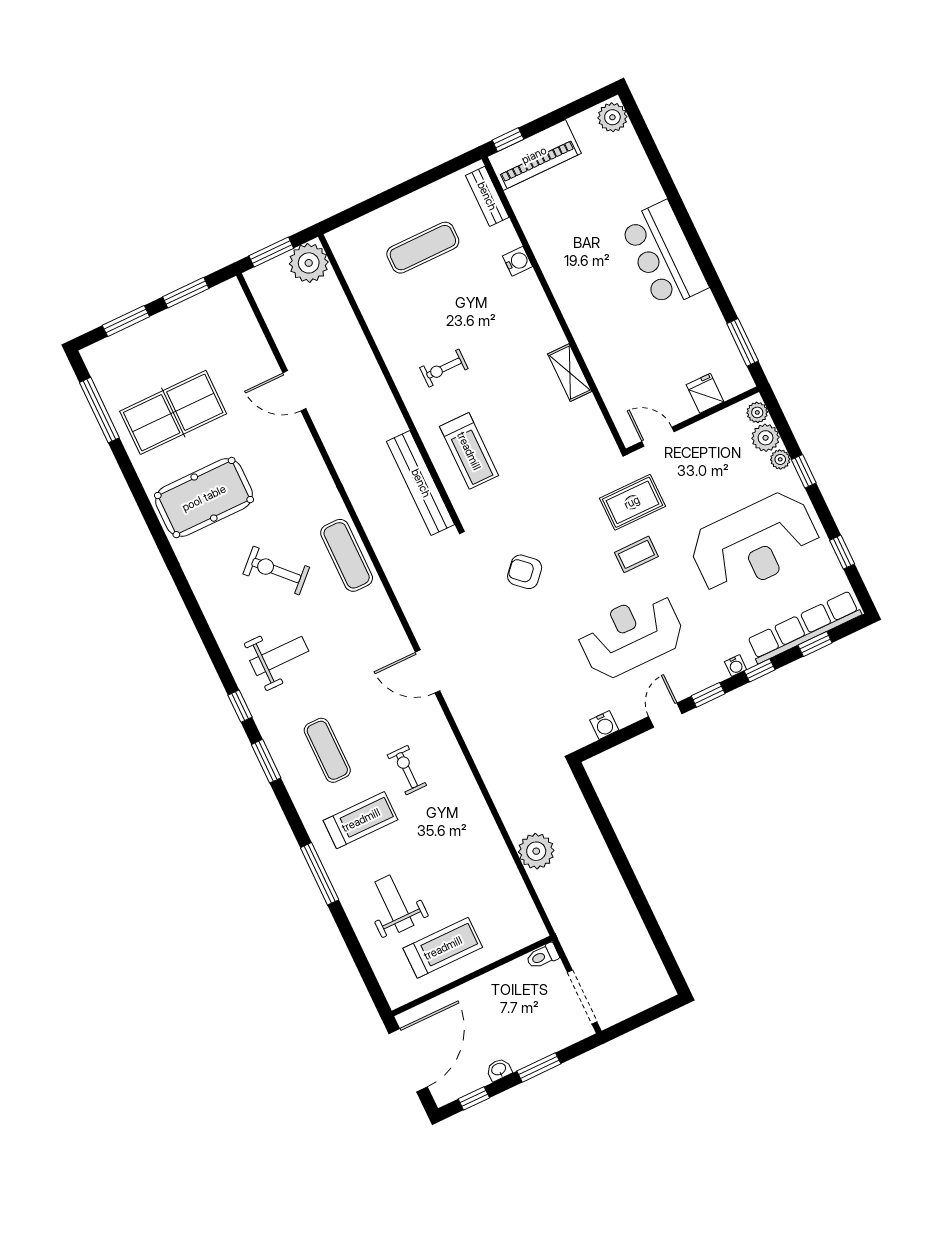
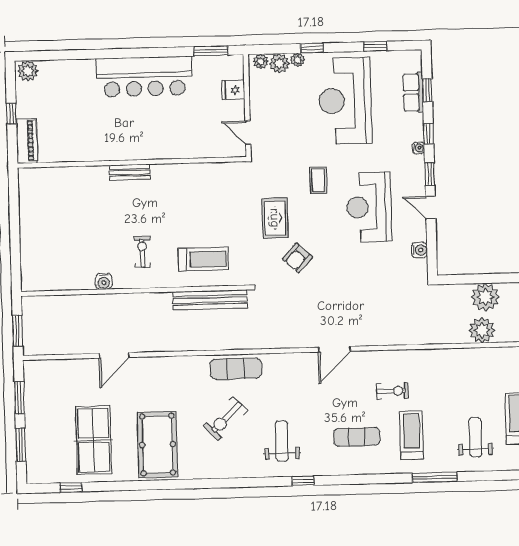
window: (508, 140) -> (11, 114), moved
piano: (534, 155) -> (27, 141), width x0.73, depth x0.75
bench: (487, 196) -> (130, 172), moved
exercise mat: (423, 248) -> (58, 231), removed
bar counter: (664, 255) -> (144, 77), width x1.36
water cooler: (518, 261) -> (104, 281), moved, turned 180
plant: (309, 263) -> (485, 297), moved
exercise bike: (444, 368) -> (142, 252), turned 180
shelving: (570, 373) -> (181, 172), removed
window: (99, 410) -> (71, 487), width x0.46
door: (658, 437) -> (248, 133), hinge flipped
rug: (632, 502) -> (275, 218), moved
reception desk: (755, 544) -> (345, 101), turned 180
row of seats: (804, 627) -> (413, 92), width x0.50
window: (266, 761) -> (346, 480), removed
exercise bike: (407, 770) -> (392, 391), turned 180
weight bench: (394, 904) -> (475, 437), turned 90

